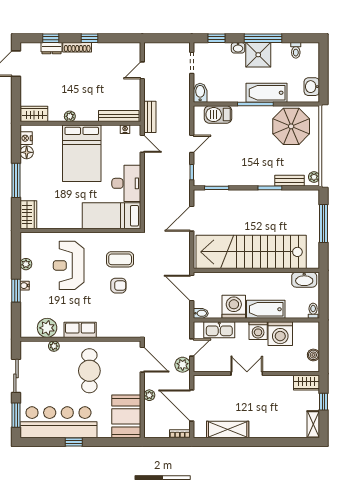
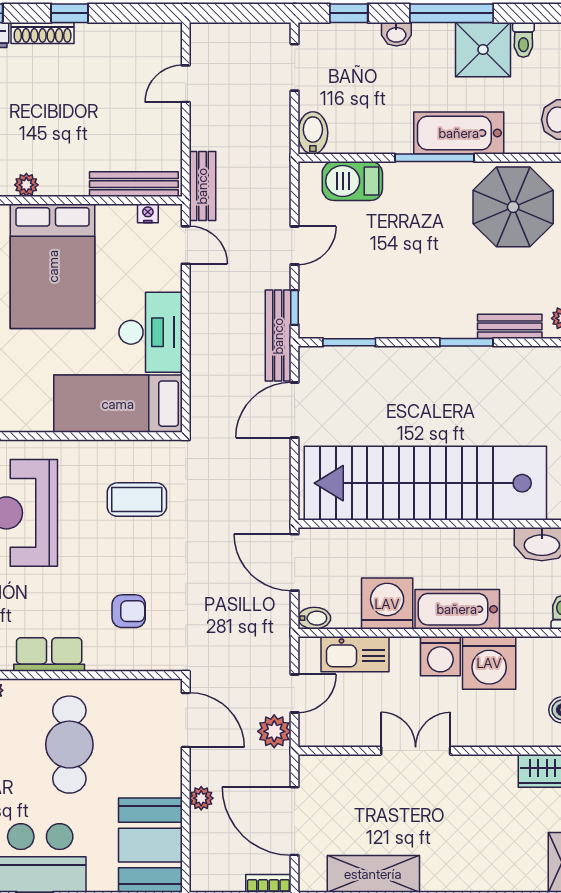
shower: (258, 55) -> (483, 50), moved
bench: (184, 185) -> (278, 336), added
armchair: (118, 286) -> (129, 611), moved

